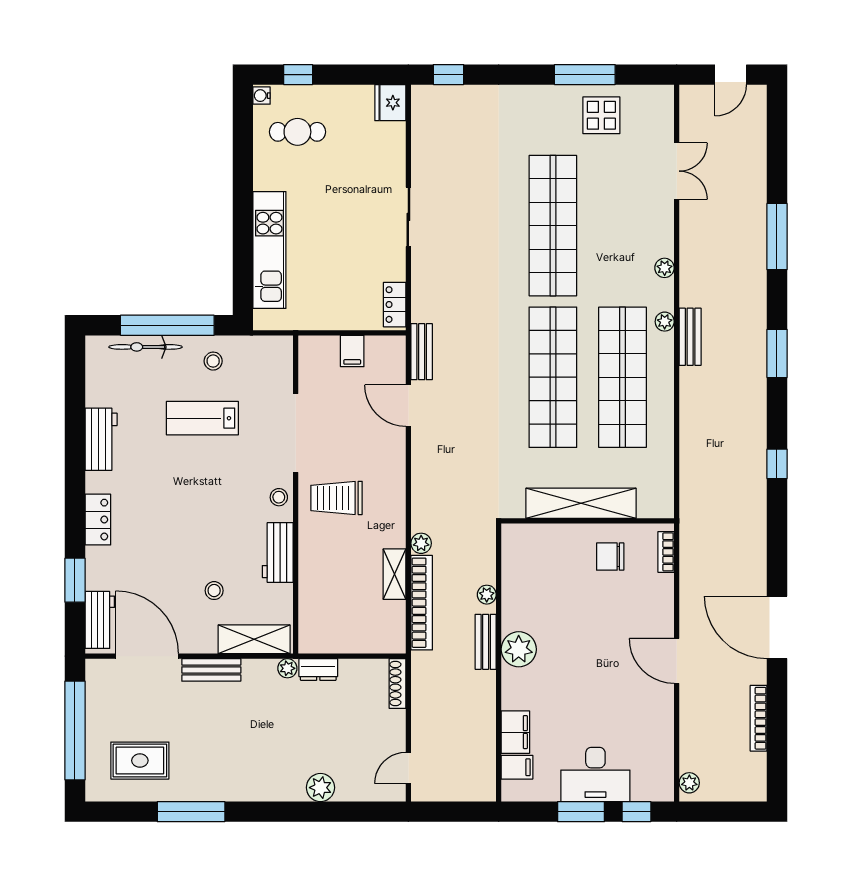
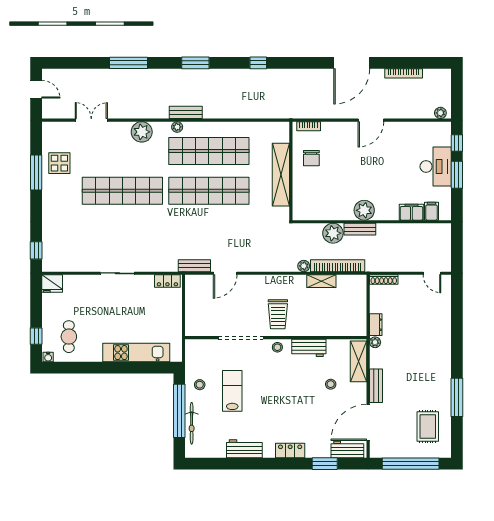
plant: (665, 268) -> (142, 132), width x1.87, depth x1.87
filing cabinet: (352, 351) -> (194, 305), removed
lab bench: (202, 418) -> (232, 391), turned 180
plant: (487, 595) -> (333, 233), width x1.88, depth x1.88
plant: (320, 788) -> (443, 323), removed

